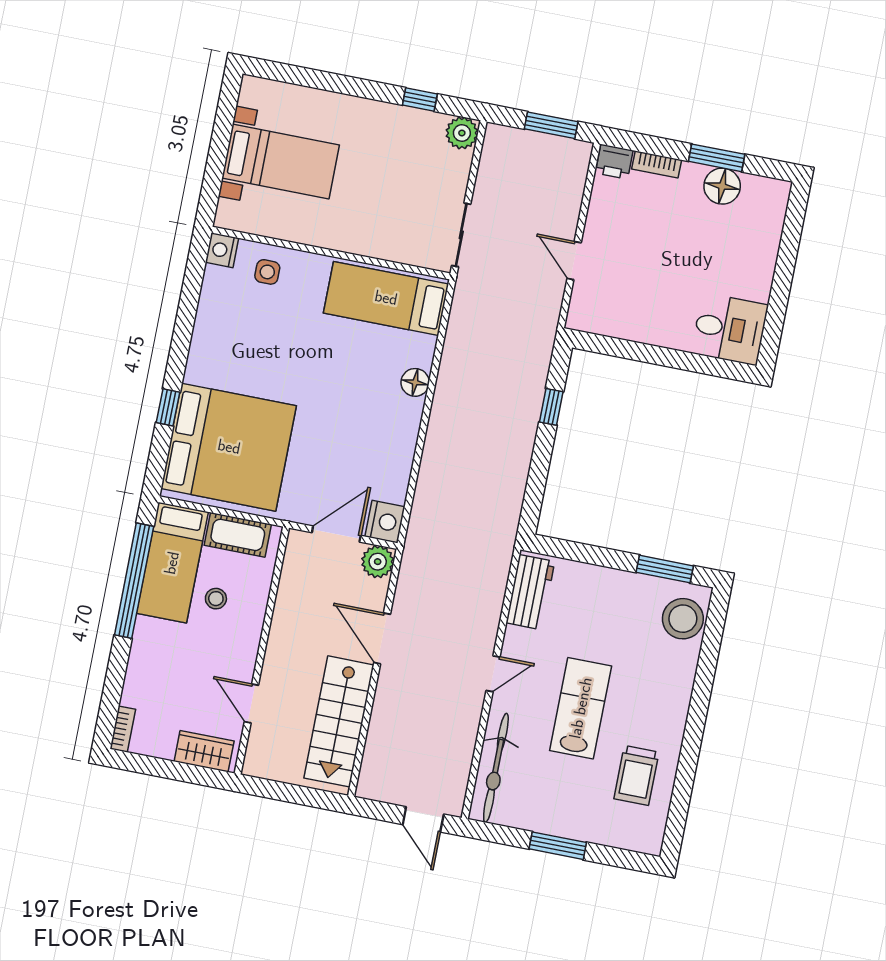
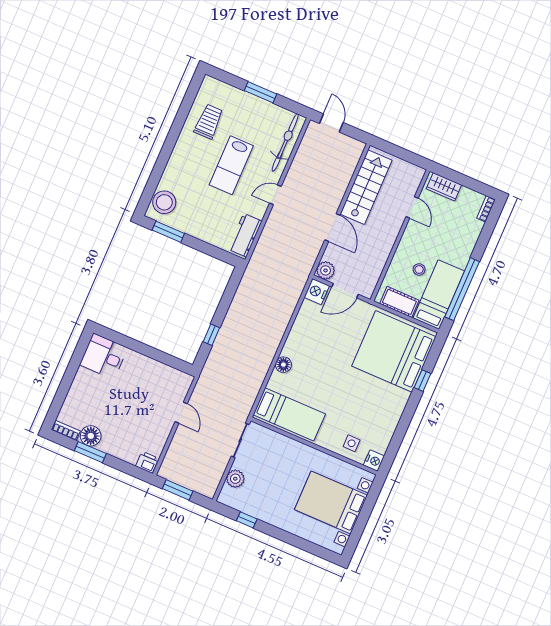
plant: (462, 133) -> (235, 479), moved
bed with nightstands: (281, 162) -> (331, 502), width x1.36
bookcase: (657, 164) -> (66, 431), moved

